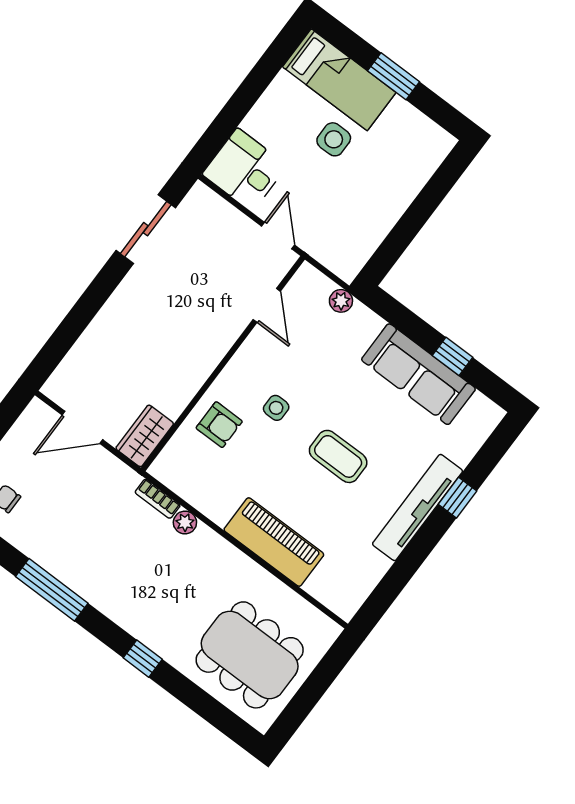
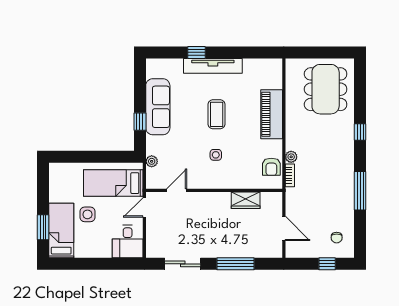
window: (394, 76) -> (43, 227), moved
bed: (352, 216) -> (113, 183), added
window: (84, 311) -> (235, 264), added
window: (453, 356) -> (140, 122), moved
armchair: (219, 425) -> (271, 167), moved, turned 180
wardrobe: (145, 436) -> (246, 200), moved

